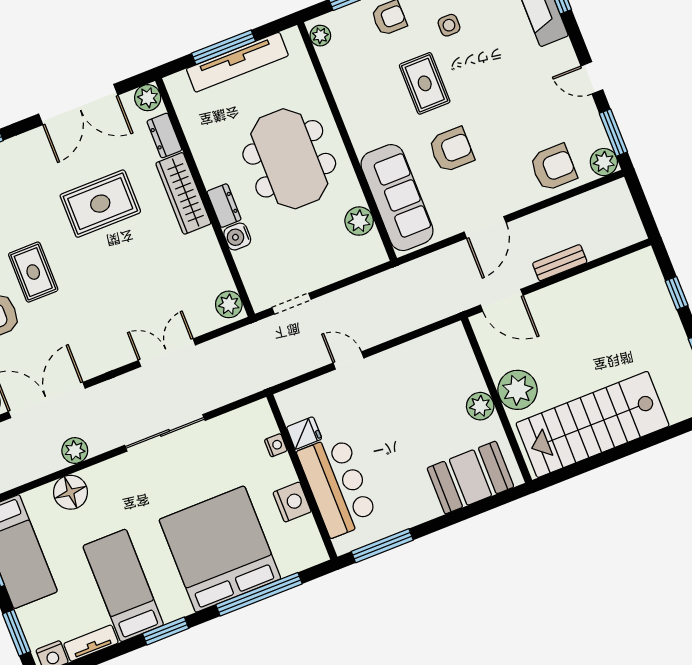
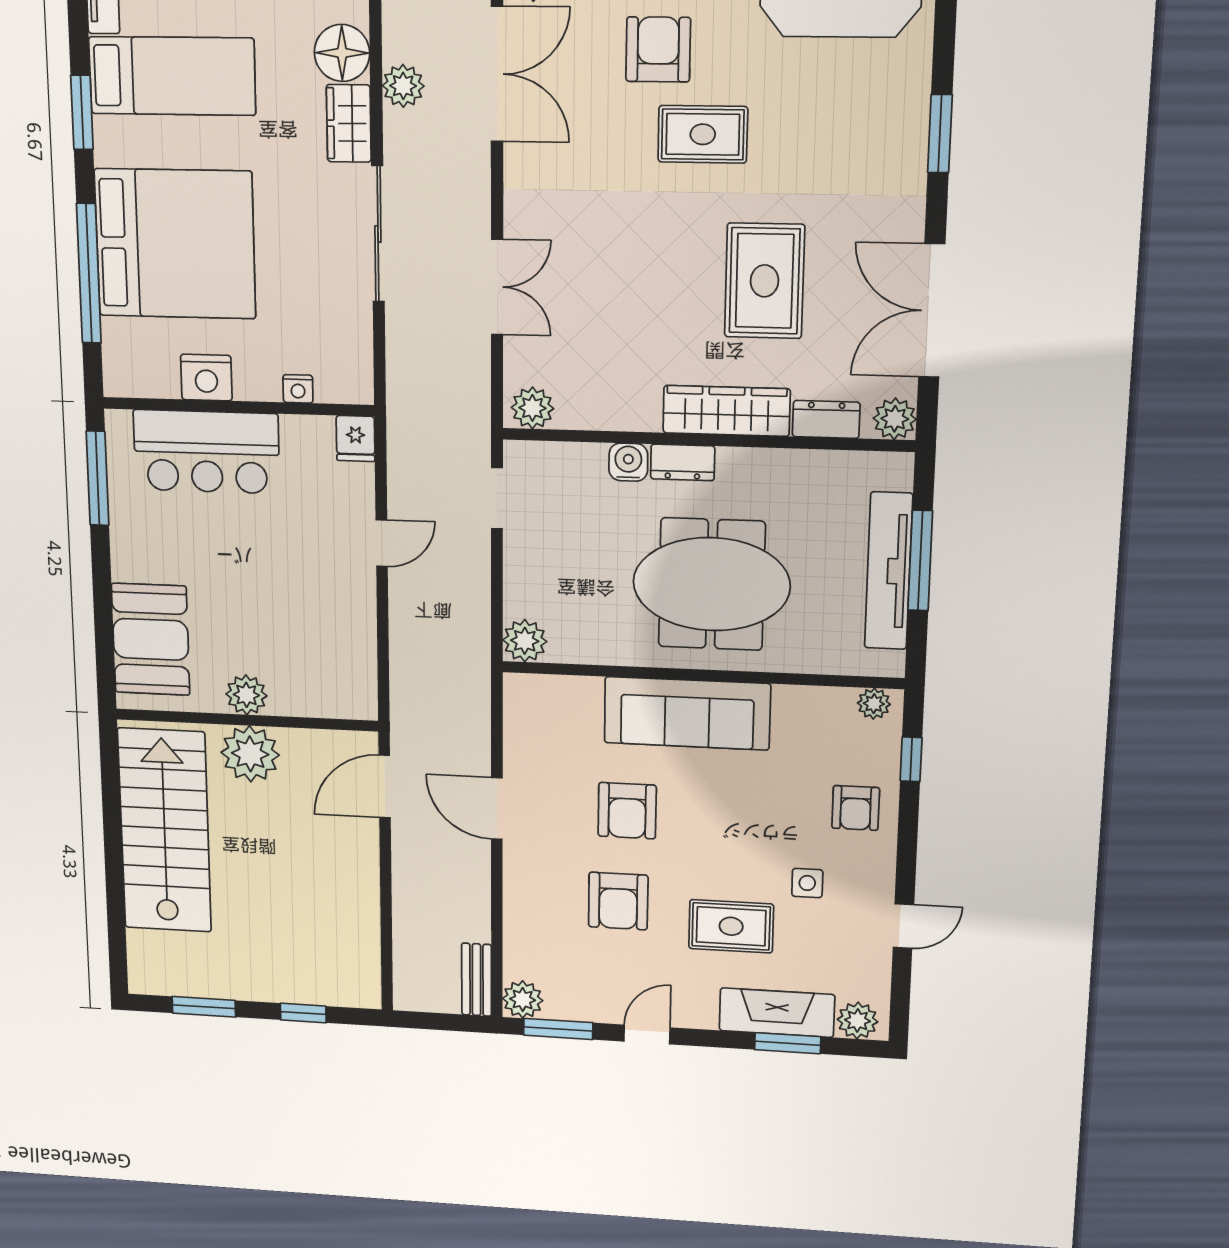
rug: (425, 83) -> (731, 926), moved
armchair: (553, 167) -> (618, 901), moved
sofa: (397, 198) -> (687, 713), moved
plant: (359, 221) -> (525, 641), moved
bench: (560, 263) -> (477, 980), moved
fridge: (304, 433) -> (356, 438), moved
wardrobe: (109, 474) -> (349, 123), added

